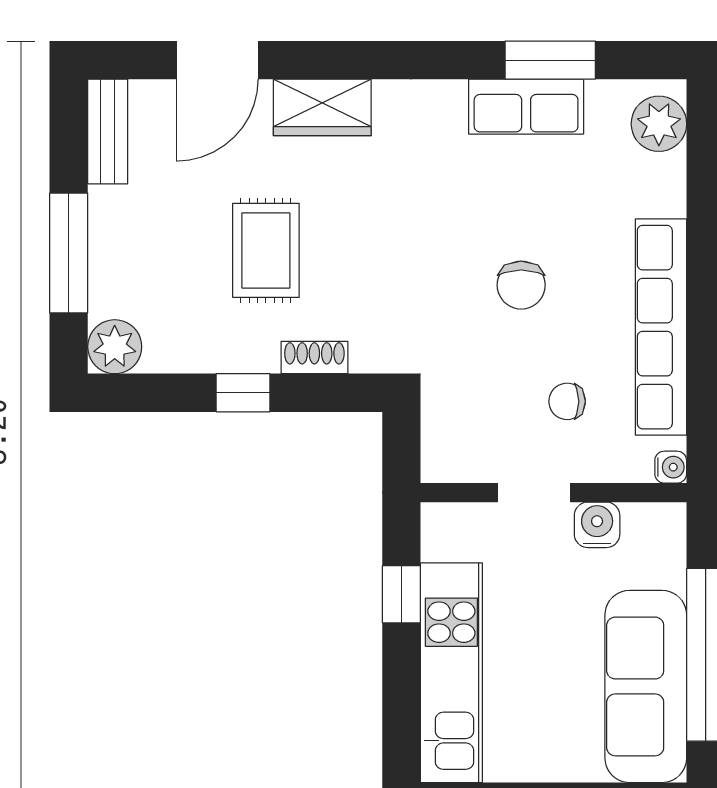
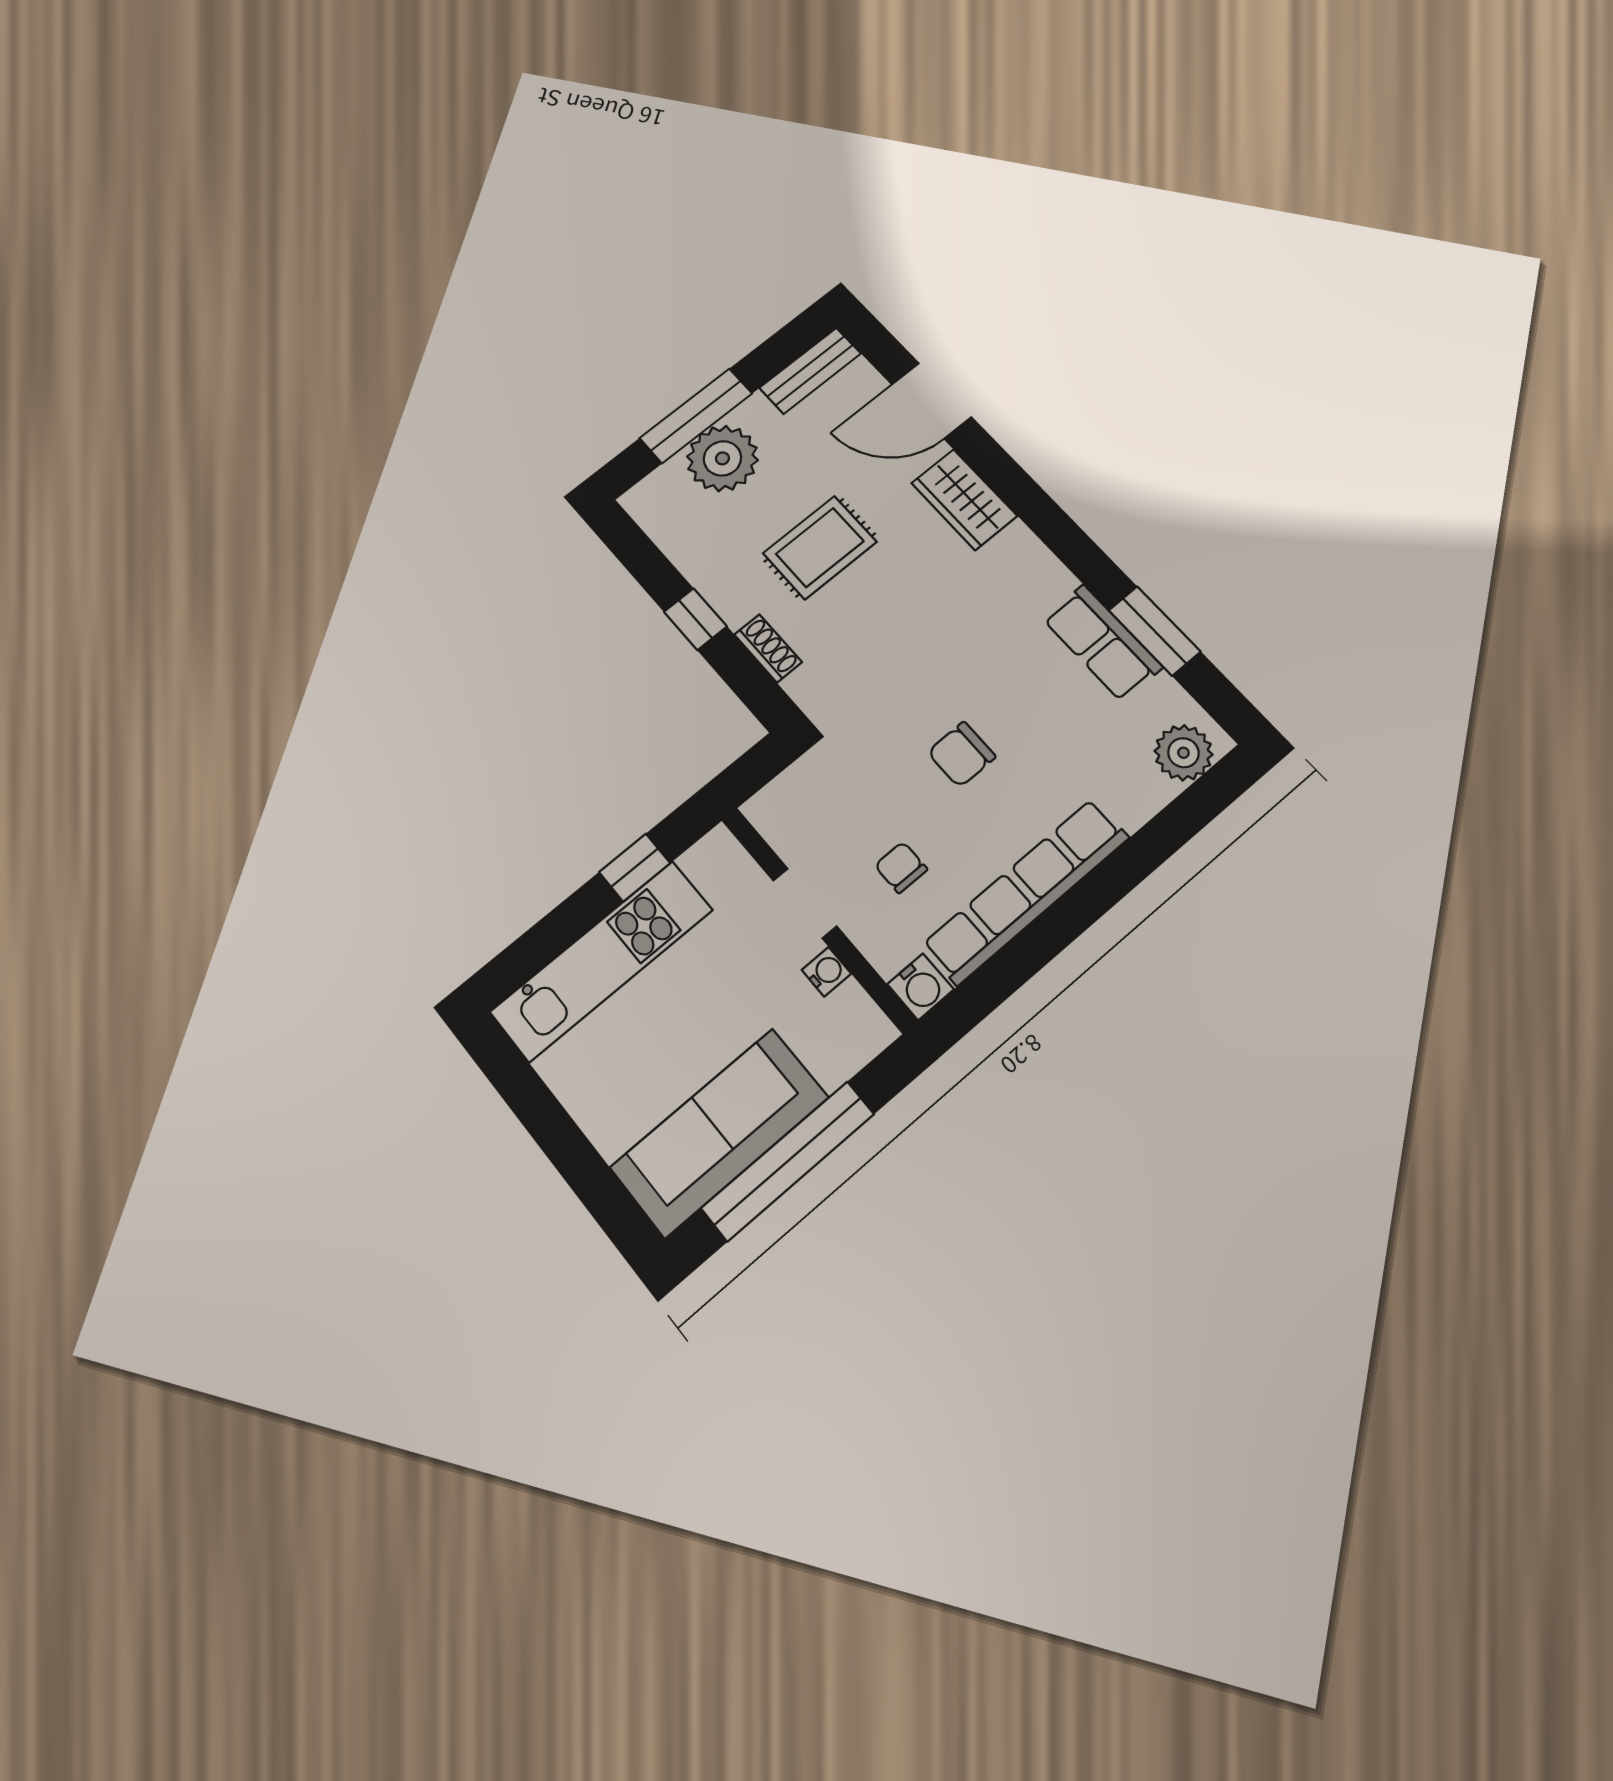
plant: (115, 347) -> (722, 458), moved, width x1.36, depth x1.36
water cooler: (671, 467) -> (921, 987), width x1.38, depth x1.38
water cooler: (597, 525) -> (826, 972), width x0.72, depth x0.72

